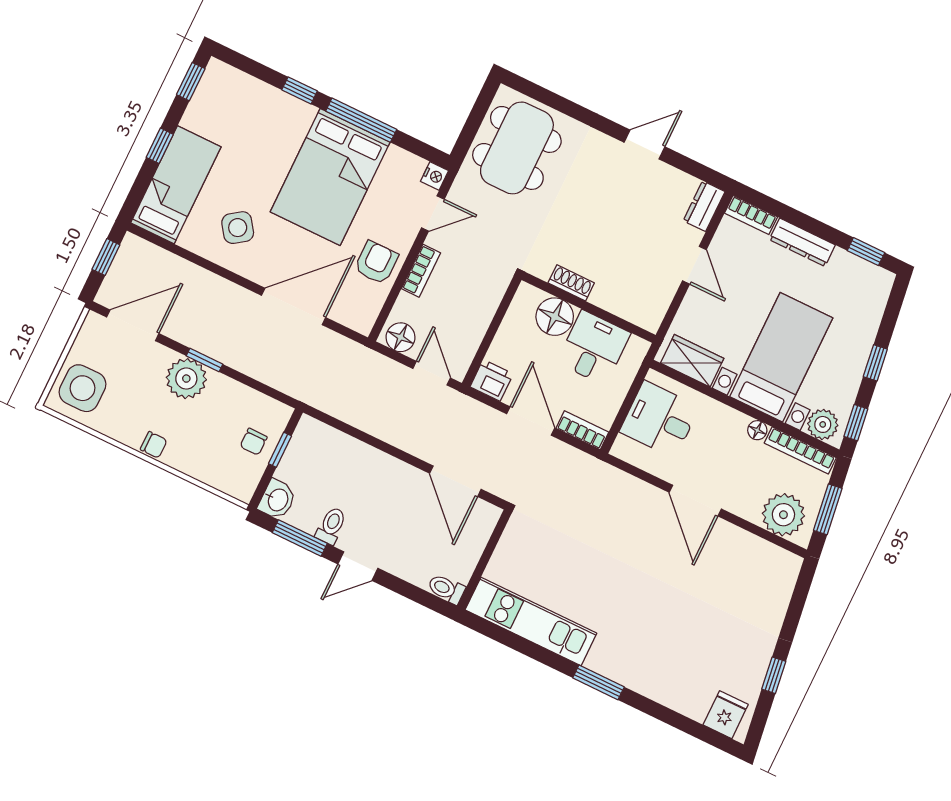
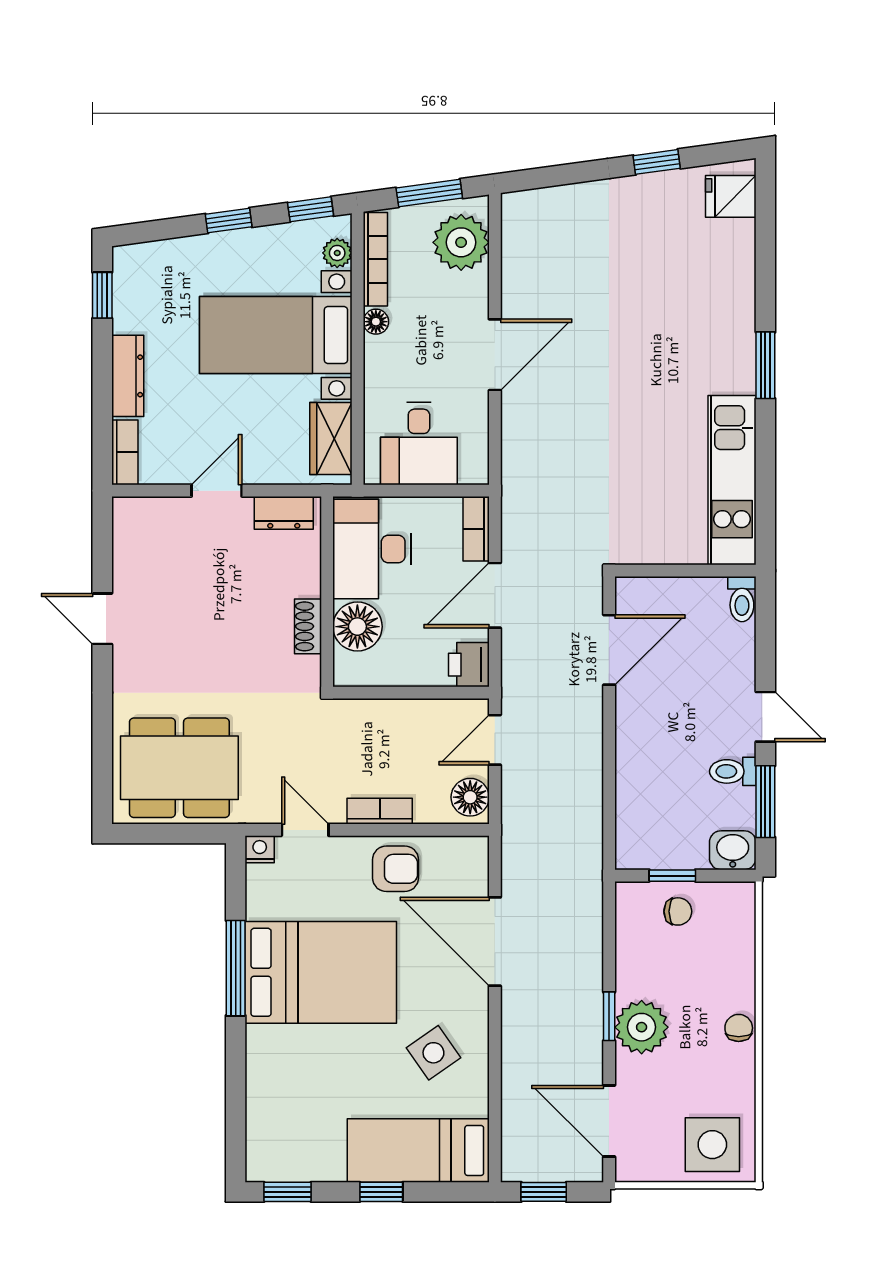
window: (300, 90) -> (236, 1058), removed
dresser: (704, 206) -> (284, 513), moved
armchair: (376, 262) -> (395, 869), turned 180
desk: (594, 348) -> (372, 549), width x1.37
plant: (823, 424) -> (337, 253), width x0.73, depth x0.73

